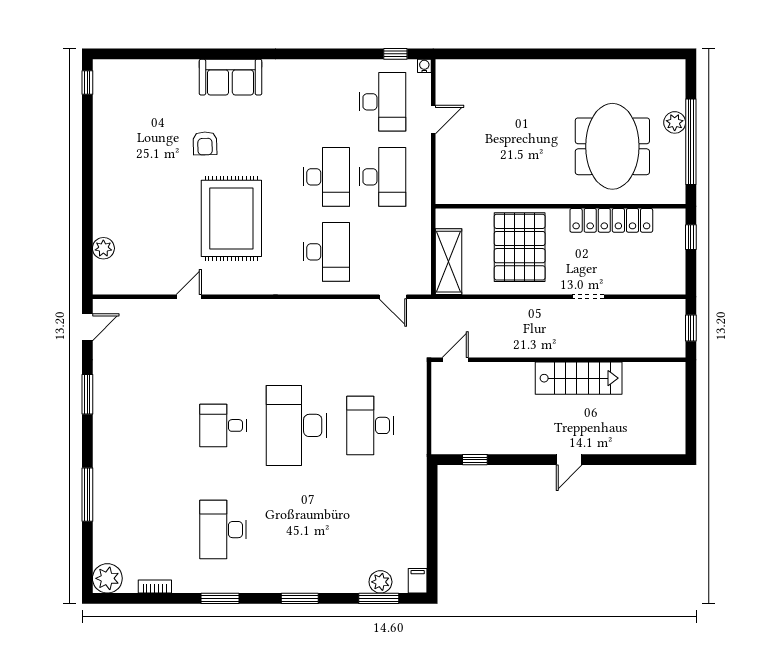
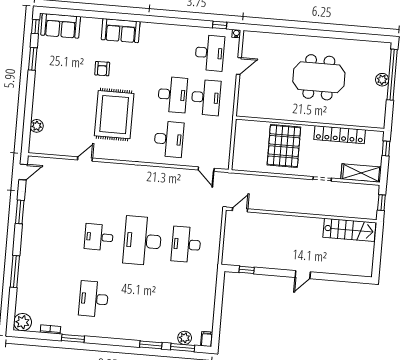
sofa: (129, 78) -> (61, 26), added
window: (87, 137) -> (33, 59), added
window: (691, 142) -> (392, 75), moved
meeting table: (612, 146) -> (319, 77), moved, turned 90
shelving: (448, 262) -> (361, 173), moved, turned 90
stairs: (579, 378) -> (349, 230), moved
window: (220, 598) -> (73, 338), moved
window: (300, 598) -> (151, 345), moved

